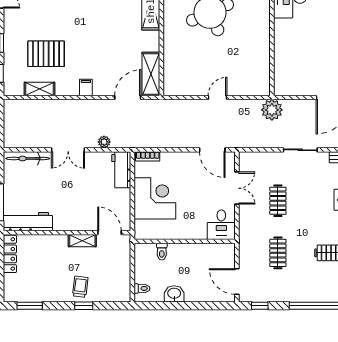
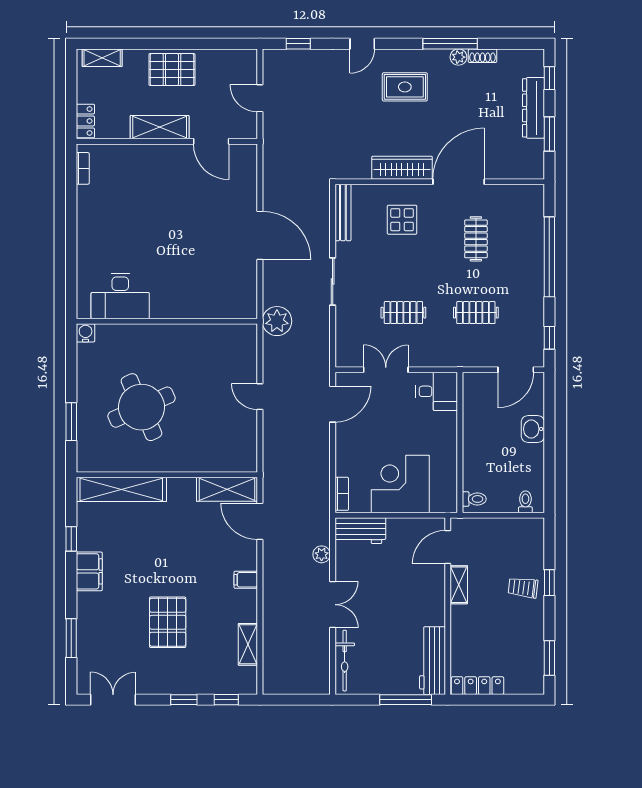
pallet: (46, 54) -> (168, 622), moved
toilet: (162, 252) -> (474, 499), moved
washbasin: (174, 294) -> (533, 429), moved

